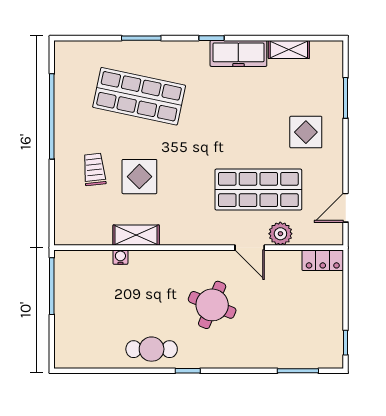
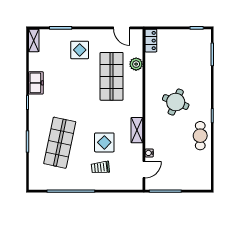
shelving: (289, 49) -> (34, 40), moved
freezer: (238, 53) -> (36, 83), width x0.71
shelving: (136, 235) -> (137, 130), moved
door: (250, 248) -> (144, 170), moved

